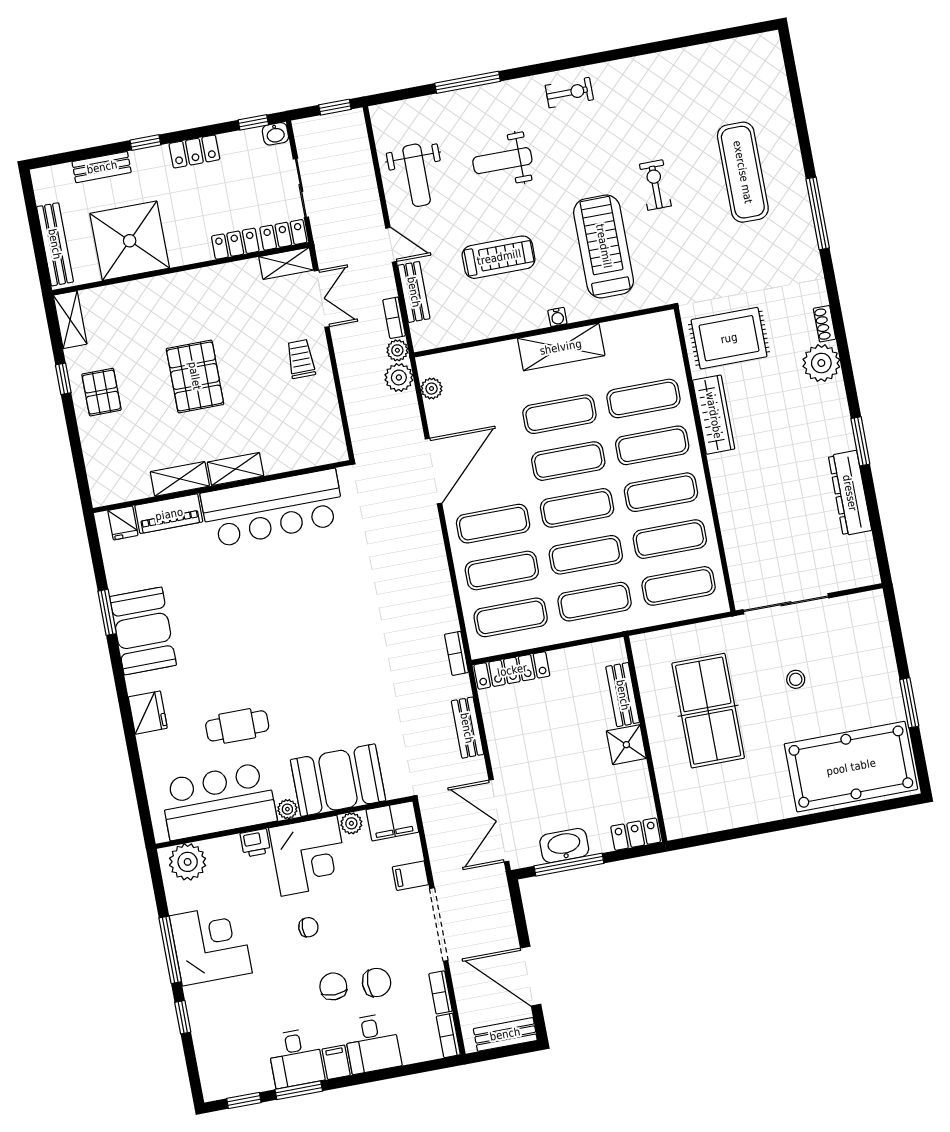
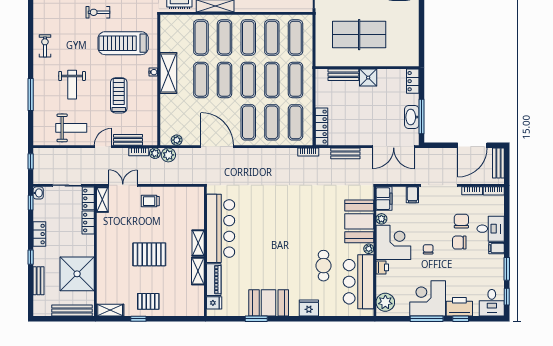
printer: (206, 1010) -> (459, 307), added
desk: (296, 1058) -> (492, 303), moved, turned 90

